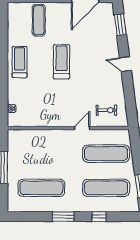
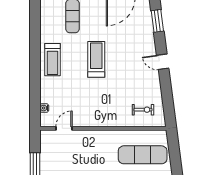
treadmill: (20, 62) -> (53, 60), turned 180
door: (82, 128) -> (64, 128), moved

